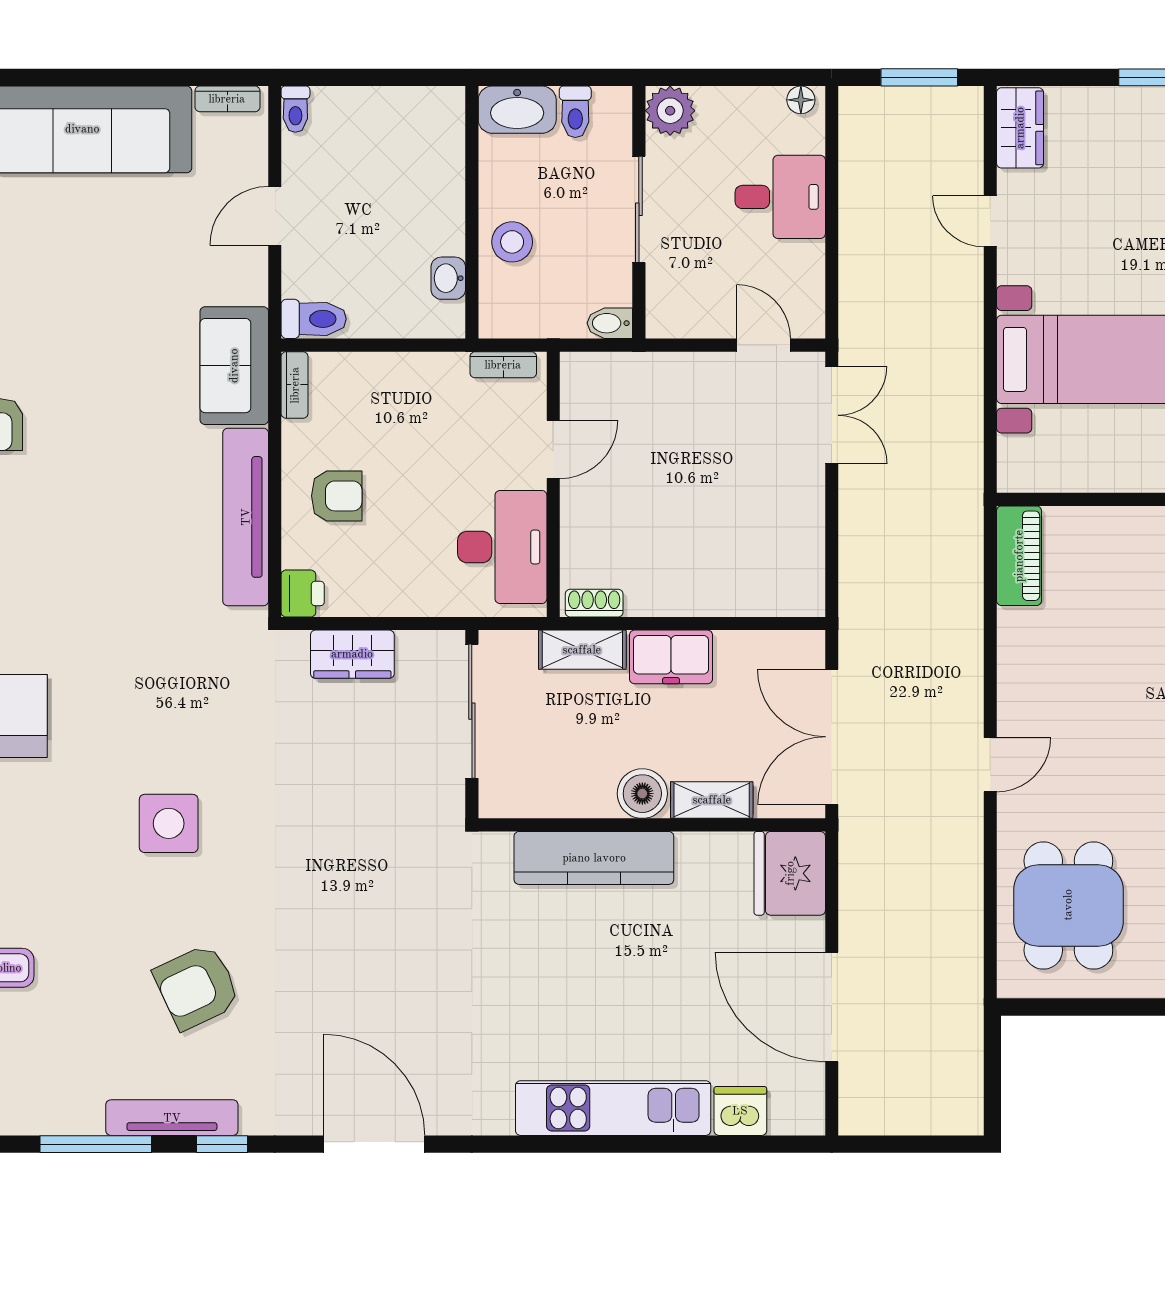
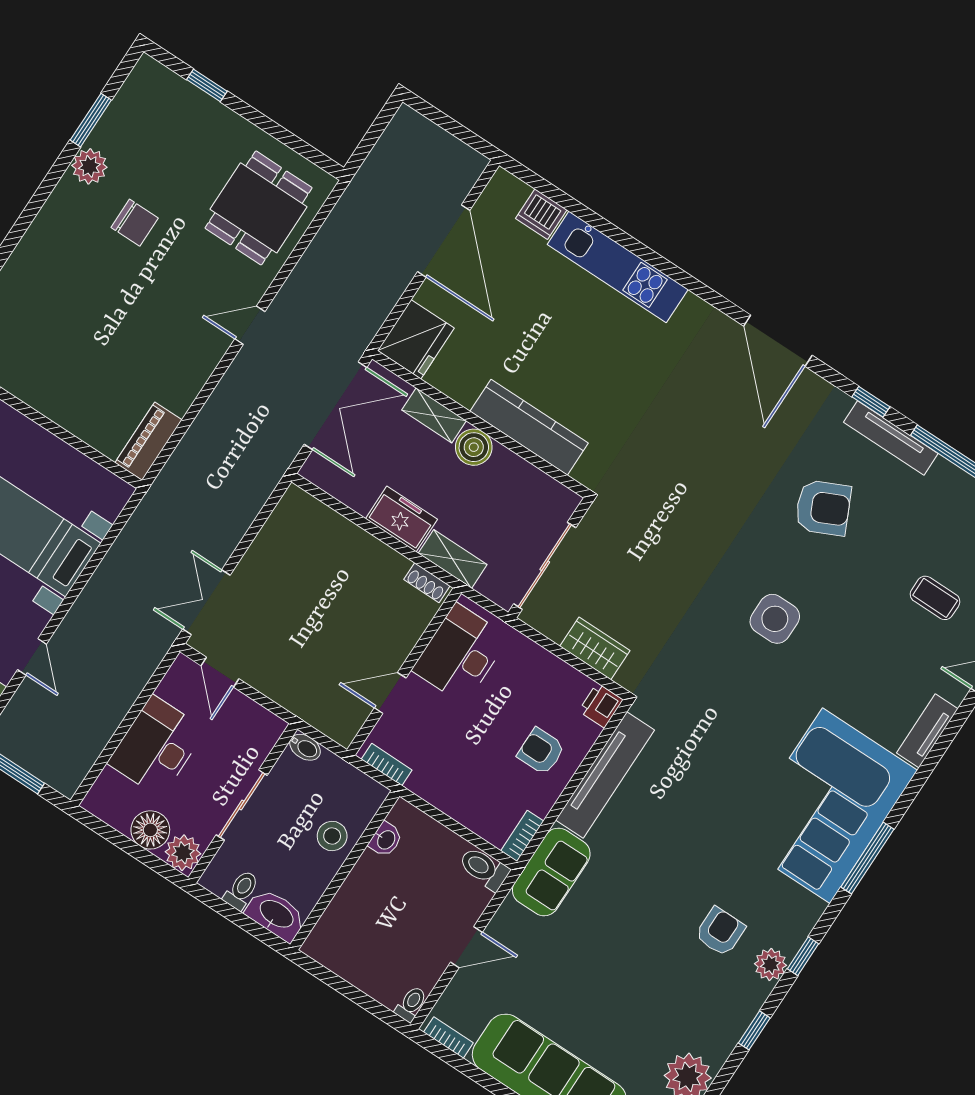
floor lamp: (801, 100) -> (150, 830), moved, width x1.89, depth x1.89
desk: (780, 197) -> (157, 746), width x1.37

